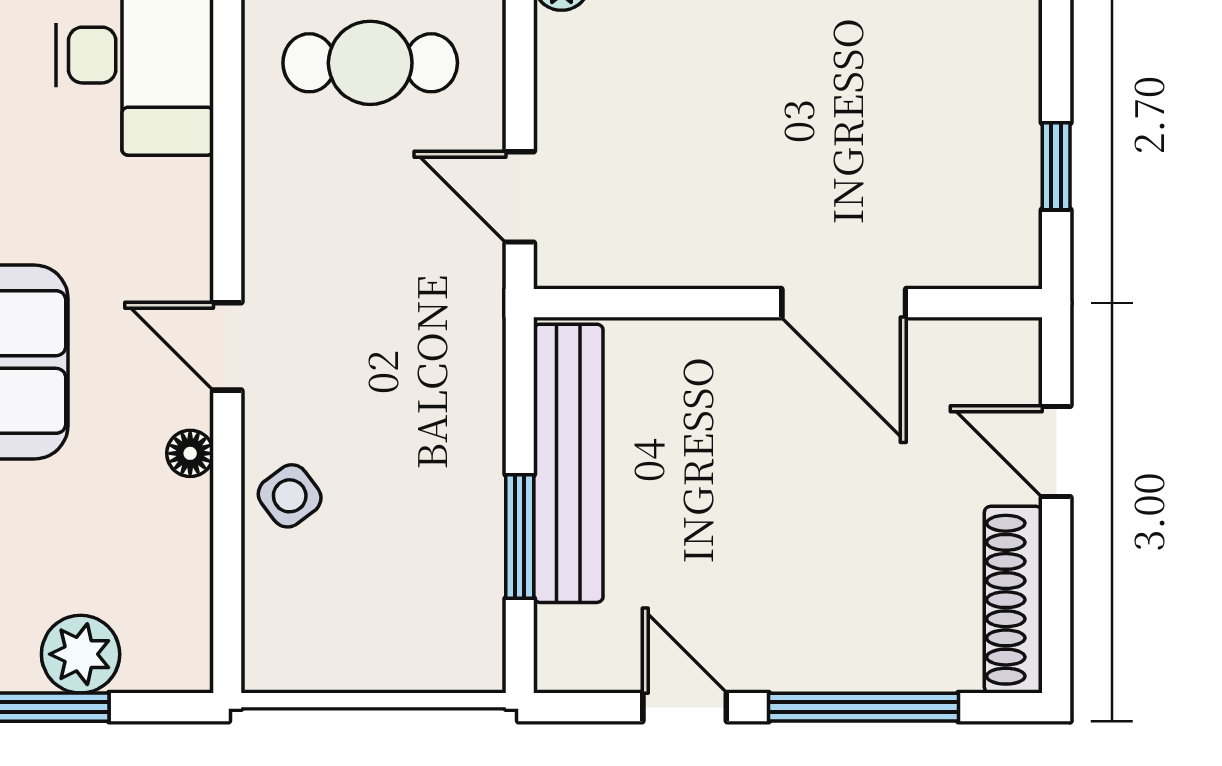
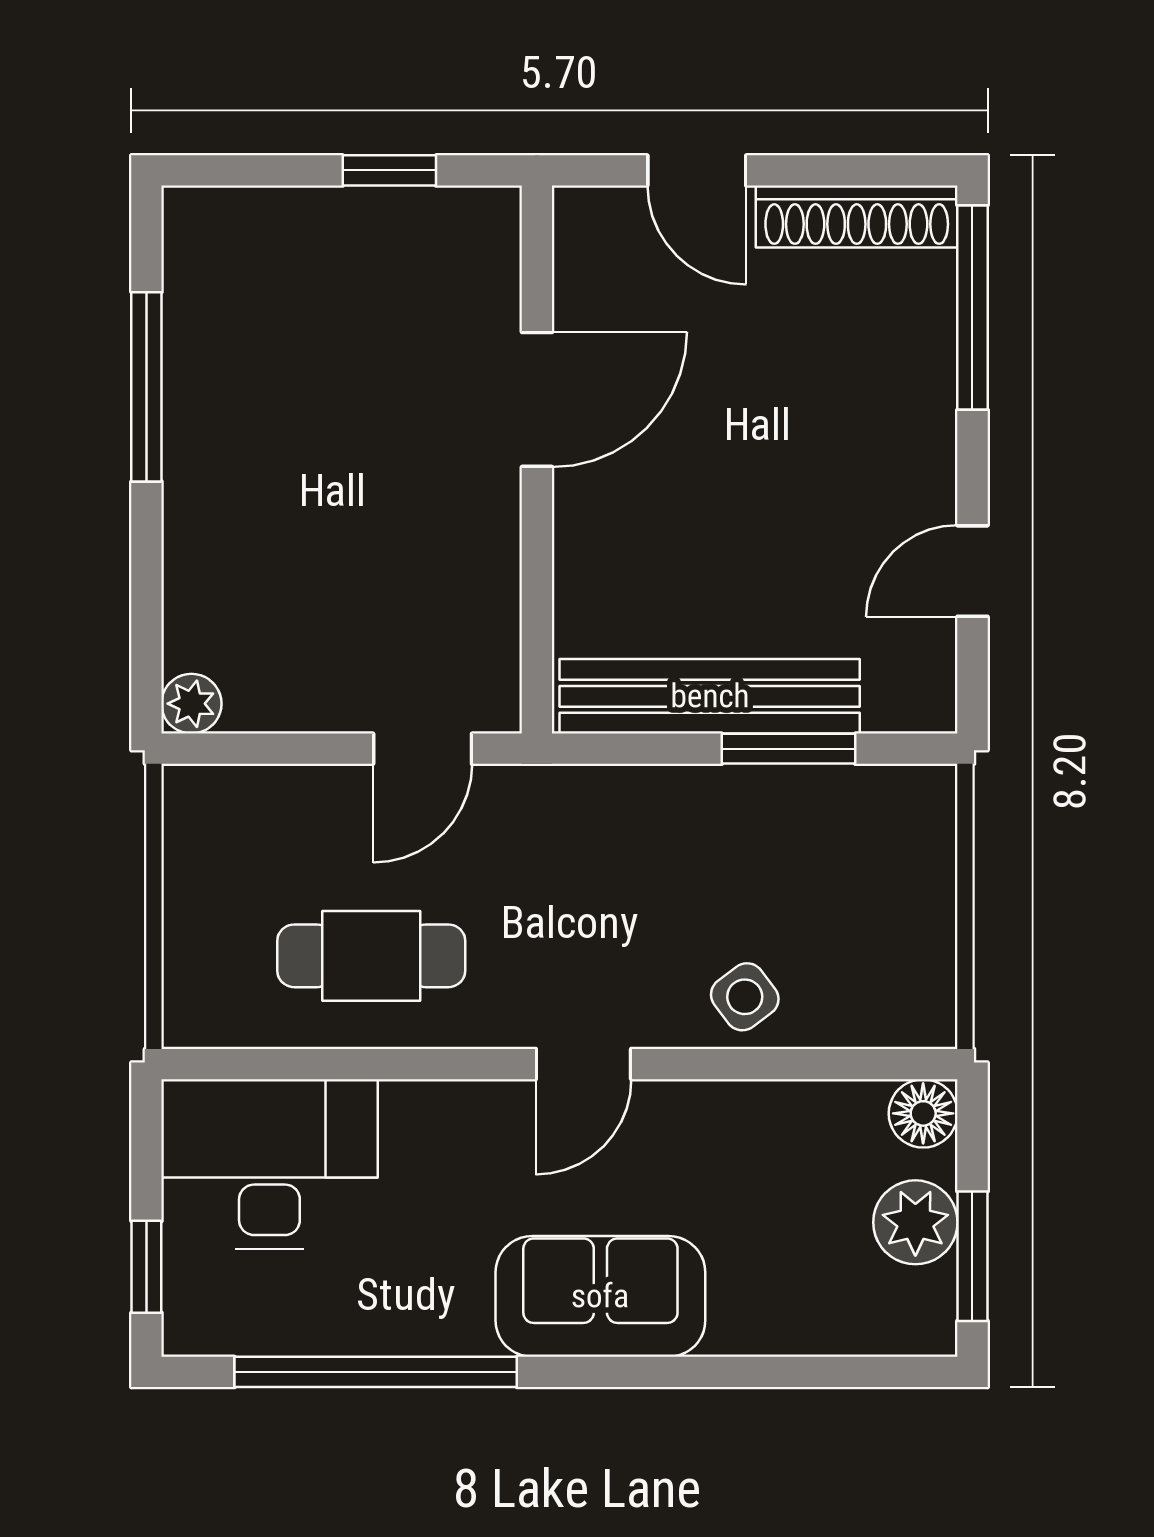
cafe table: (370, 63) -> (371, 956), moved, turned 90
door: (1056, 451) -> (697, 170), hinge flipped
floor lamp: (190, 453) -> (923, 1113), moved, width x1.37, depth x1.37
window: (863, 707) -> (972, 308), moved

